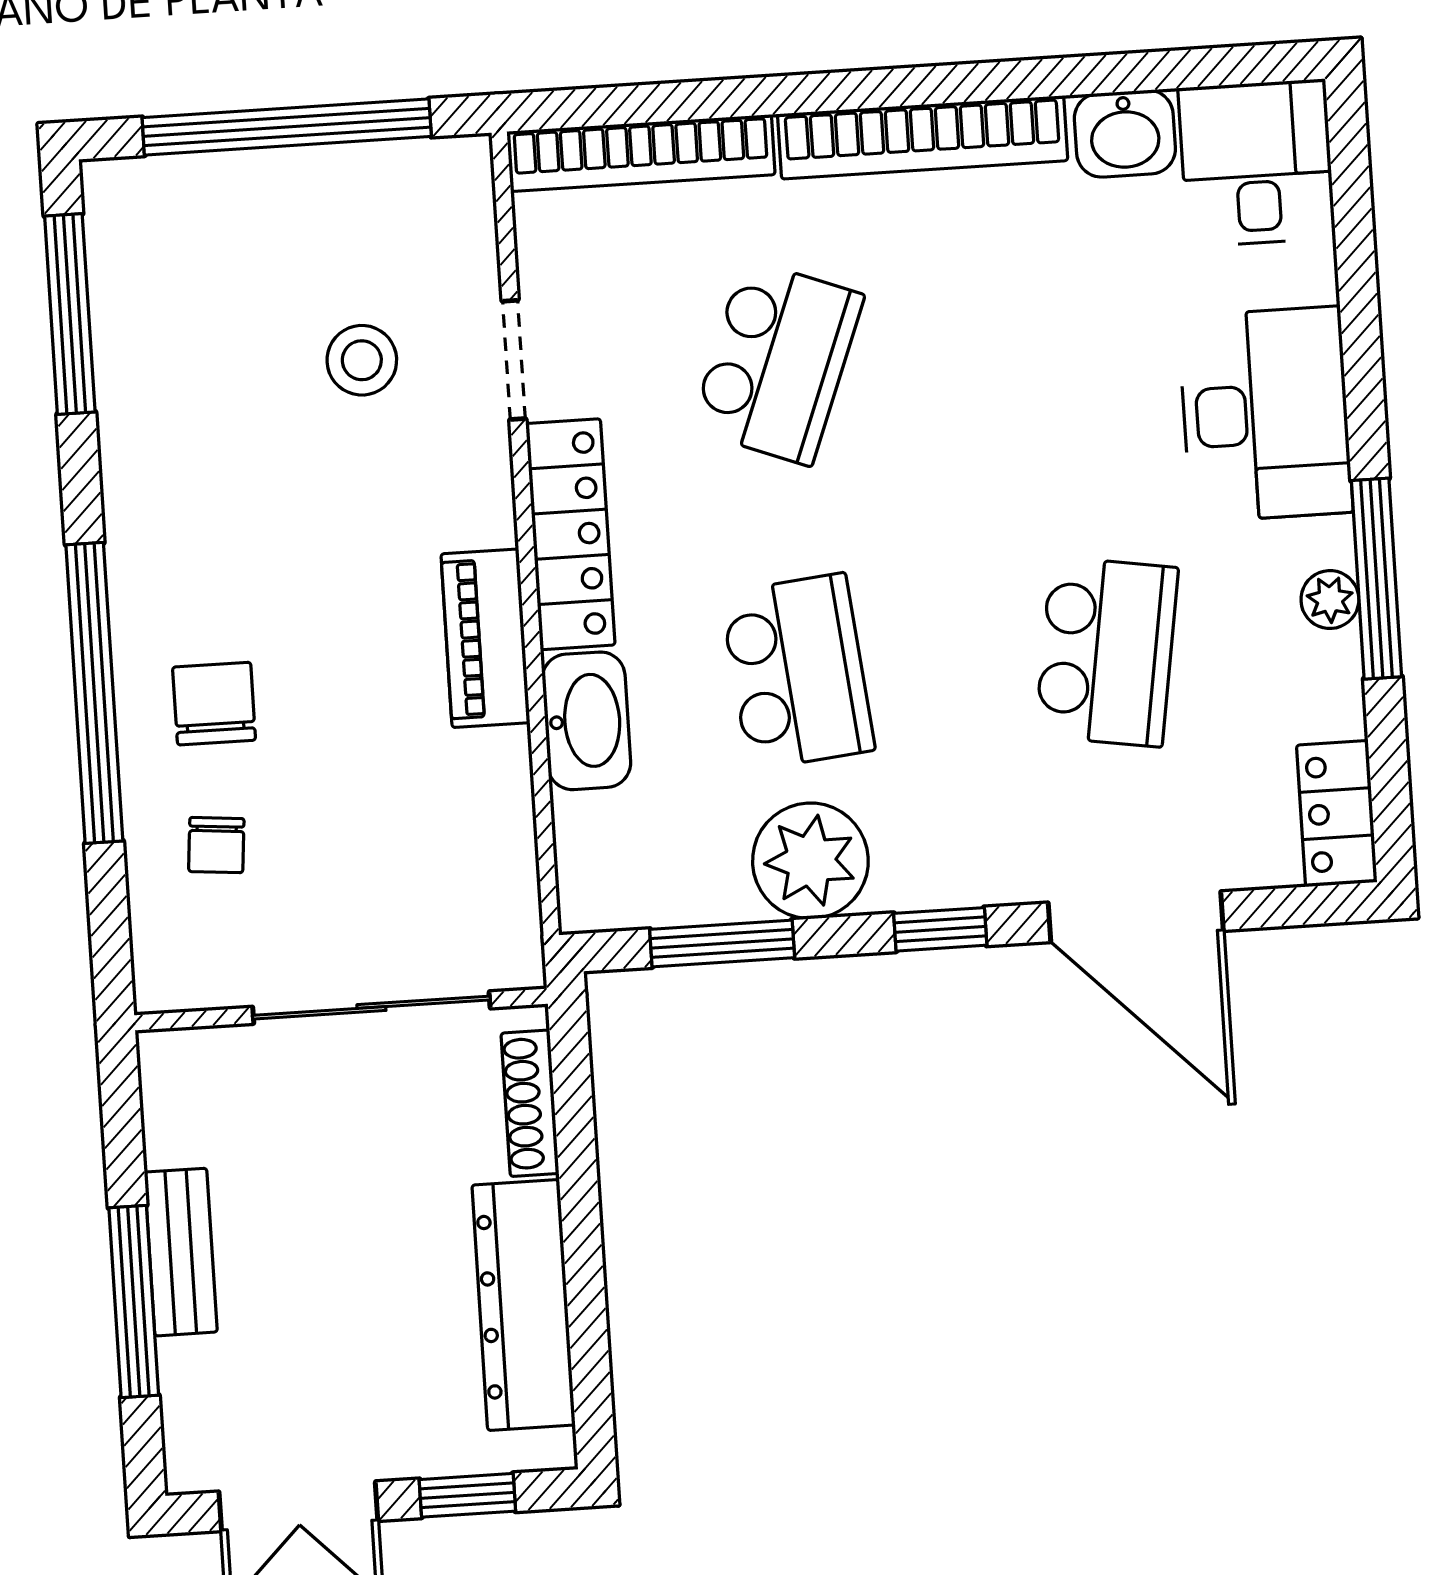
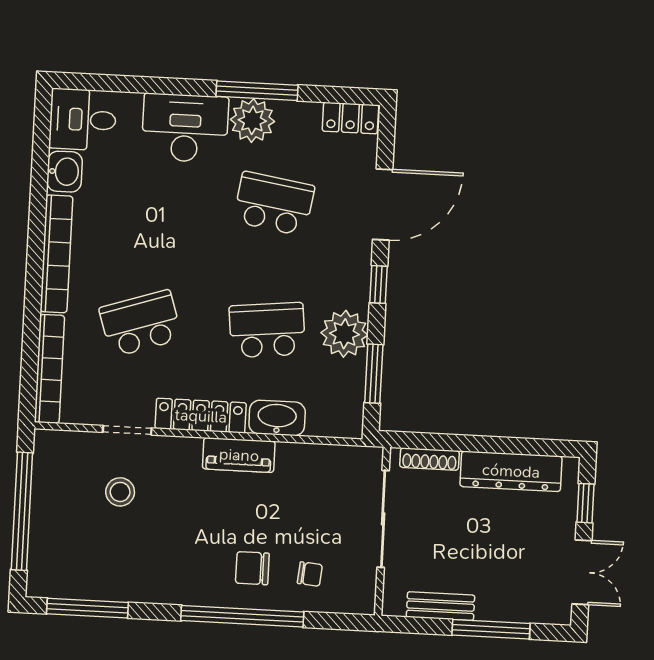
school desk: (777, 362) -> (141, 323), turned -39
plant: (1330, 600) -> (252, 120), width x1.87, depth x1.87
bench: (181, 1252) -> (440, 606), moved

